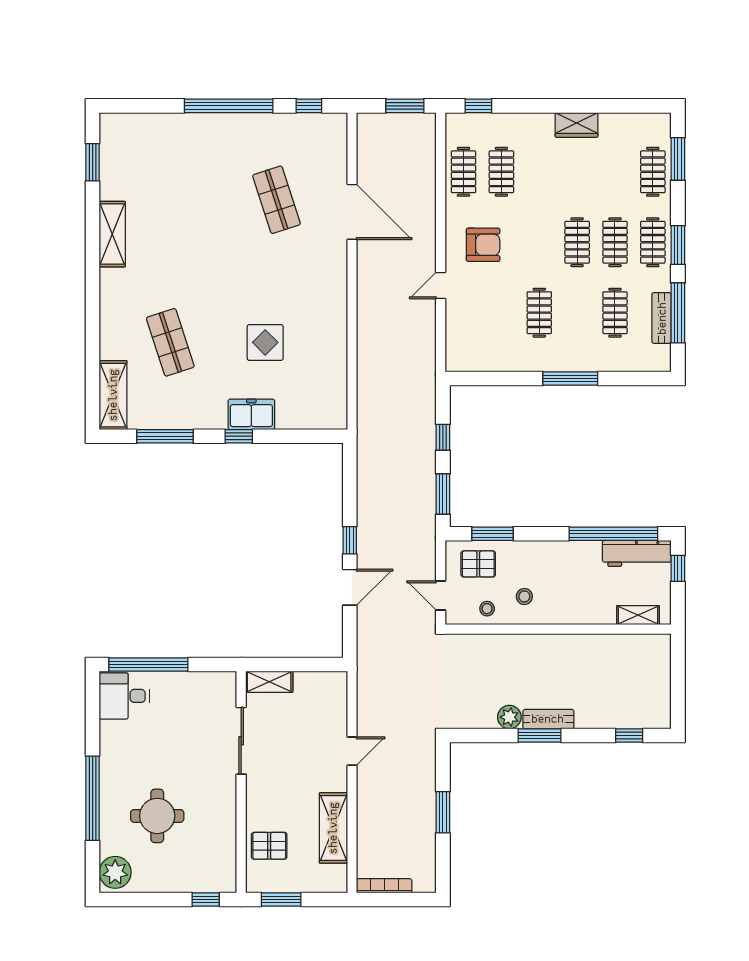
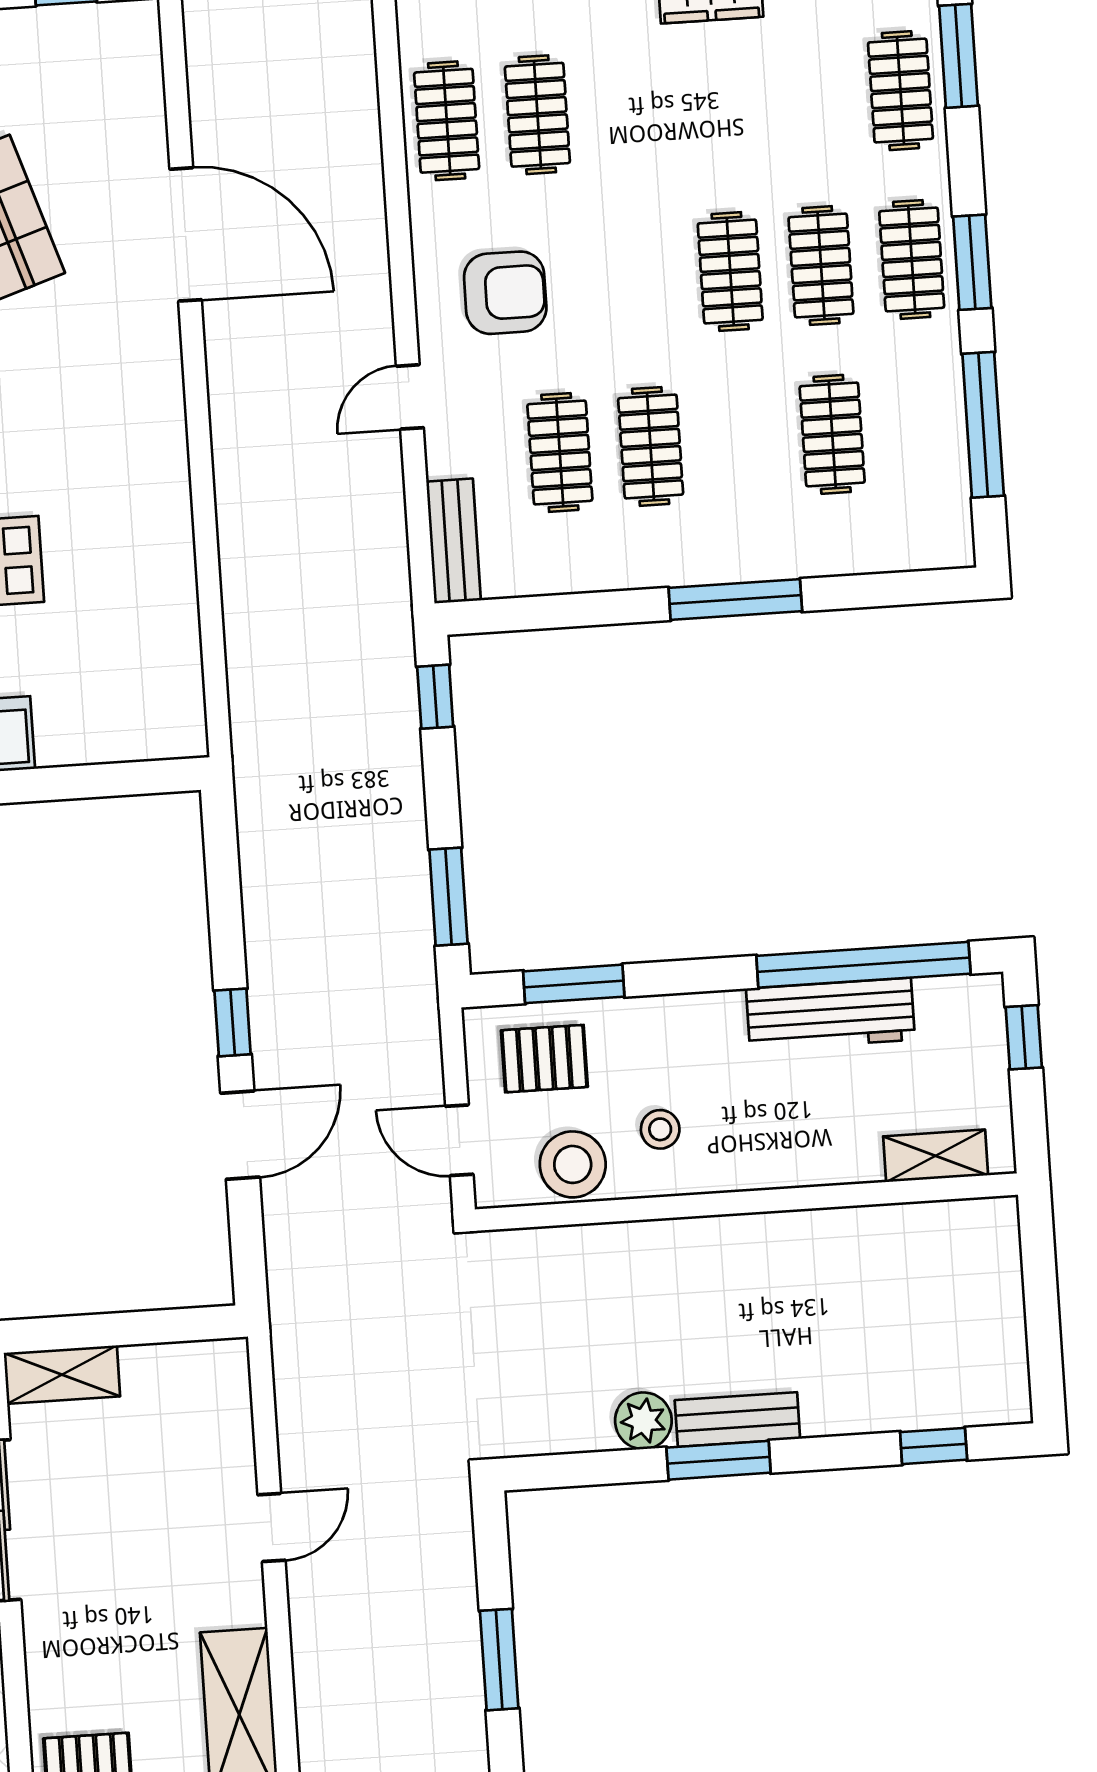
clothes rail: (501, 313) -> (560, 452), added
bench: (662, 318) -> (454, 541), moved
window: (443, 437) -> (435, 697), moved
workbench: (637, 553) -> (830, 1014), moved
stool: (487, 609) -> (573, 1164), width x1.89, depth x1.89

